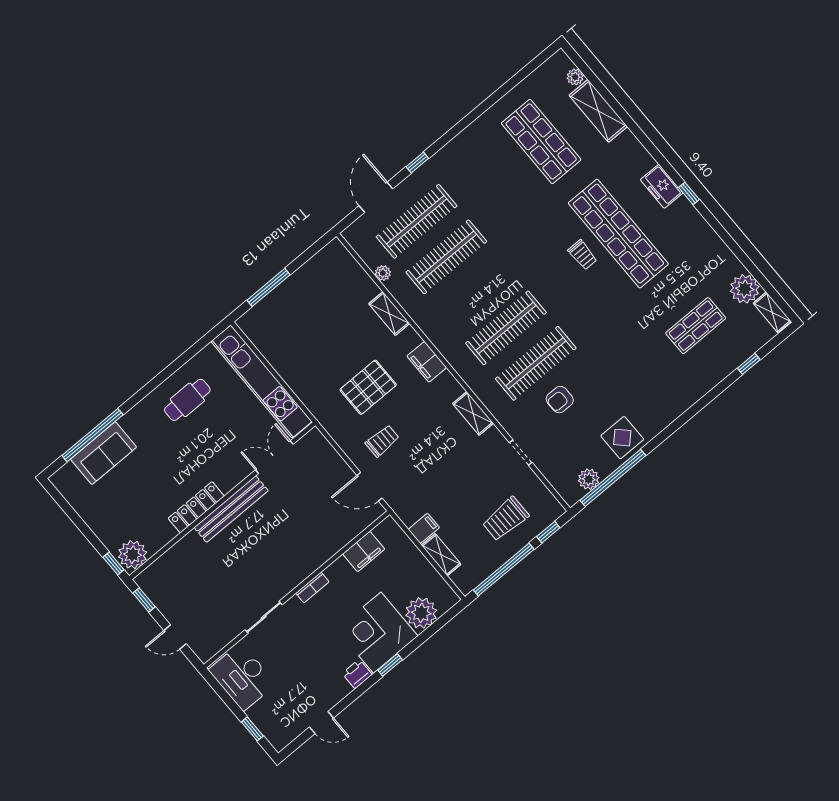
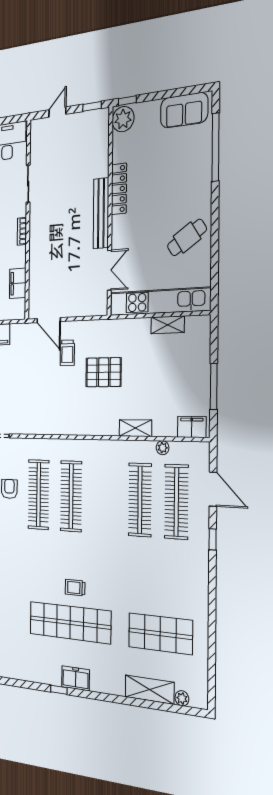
window: (268, 287) -> (214, 386), moved
filing cabinet: (427, 362) -> (192, 427), moved
pallet: (368, 387) -> (104, 372), turned 90
cafe table: (187, 400) -> (187, 237), turned 57
shelving: (473, 413) -> (168, 325), moved
sofa: (104, 453) -> (184, 110), moved, turned -90
door: (370, 487) -> (49, 320), swing flipped

